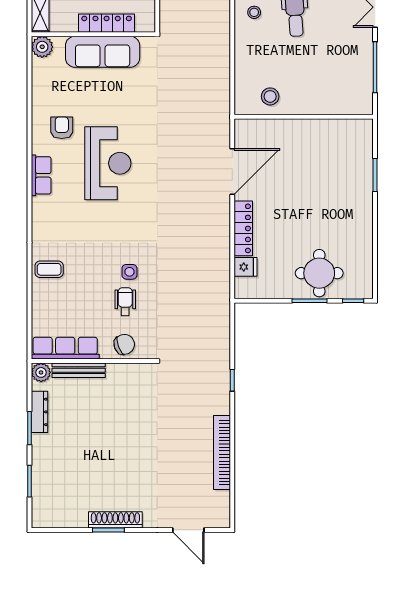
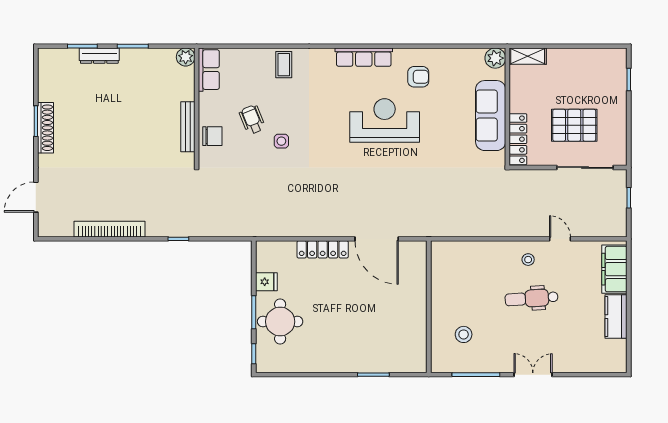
locker: (107, 23) -> (518, 139), moved
stool: (270, 96) -> (464, 334), moved
reception desk: (108, 163) -> (385, 120), turned 180
row of seats: (41, 175) -> (364, 57), width x1.48
fridge: (246, 267) -> (266, 282), moved, turned -90
wheelchair: (125, 302) -> (252, 120), moved, turned -112
chair: (124, 344) -> (212, 136), turned -69
row of seats: (65, 348) -> (209, 70), width x0.68
bench: (79, 370) -> (188, 127), moved
dresser: (40, 412) -> (99, 56), moved

